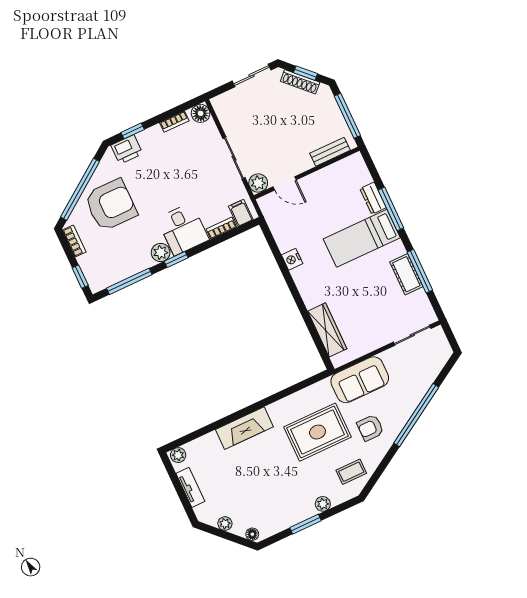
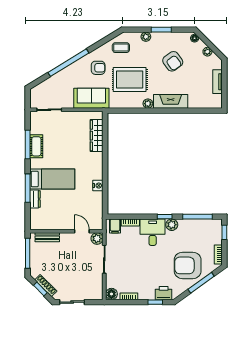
window: (80, 189) -> (201, 283), width x0.68
plant: (178, 455) -> (148, 104), moved
armchair: (268, 487) -> (173, 61), added

